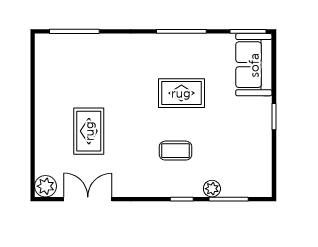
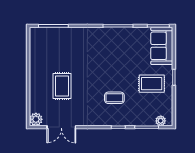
rug: (181, 93) -> (152, 84), moved
plant: (212, 189) -> (161, 121), moved
double door: (88, 199) -> (61, 127), swing flipped

